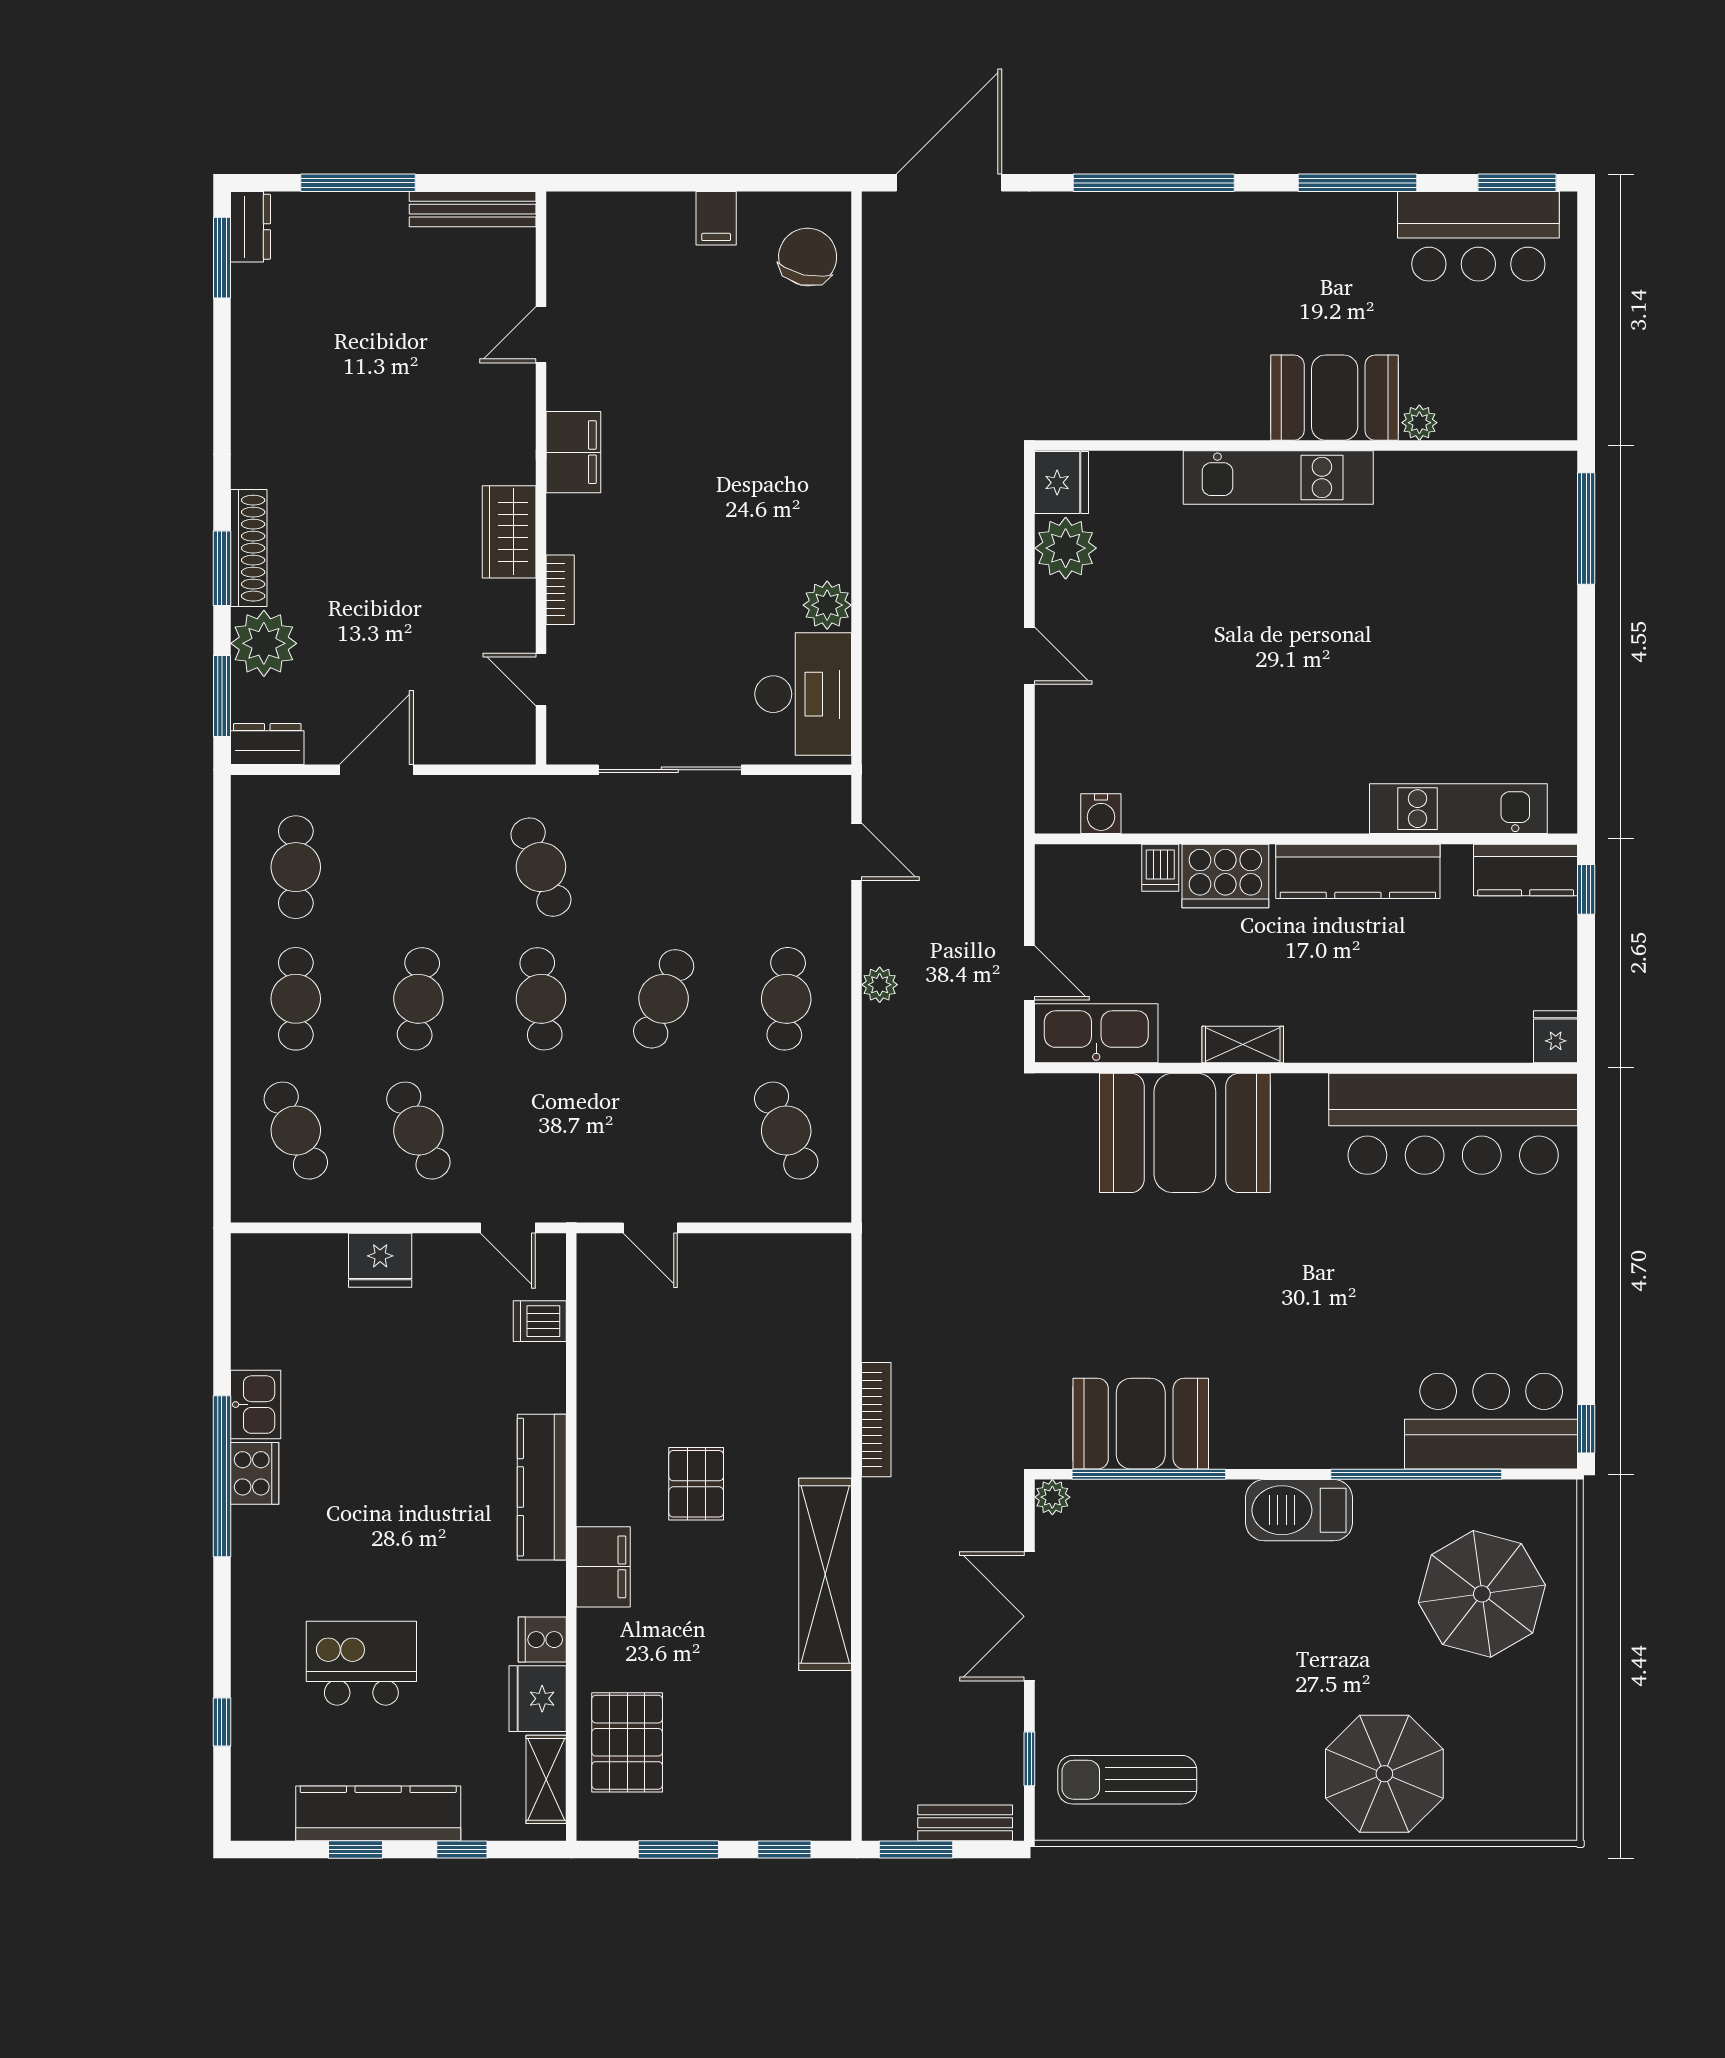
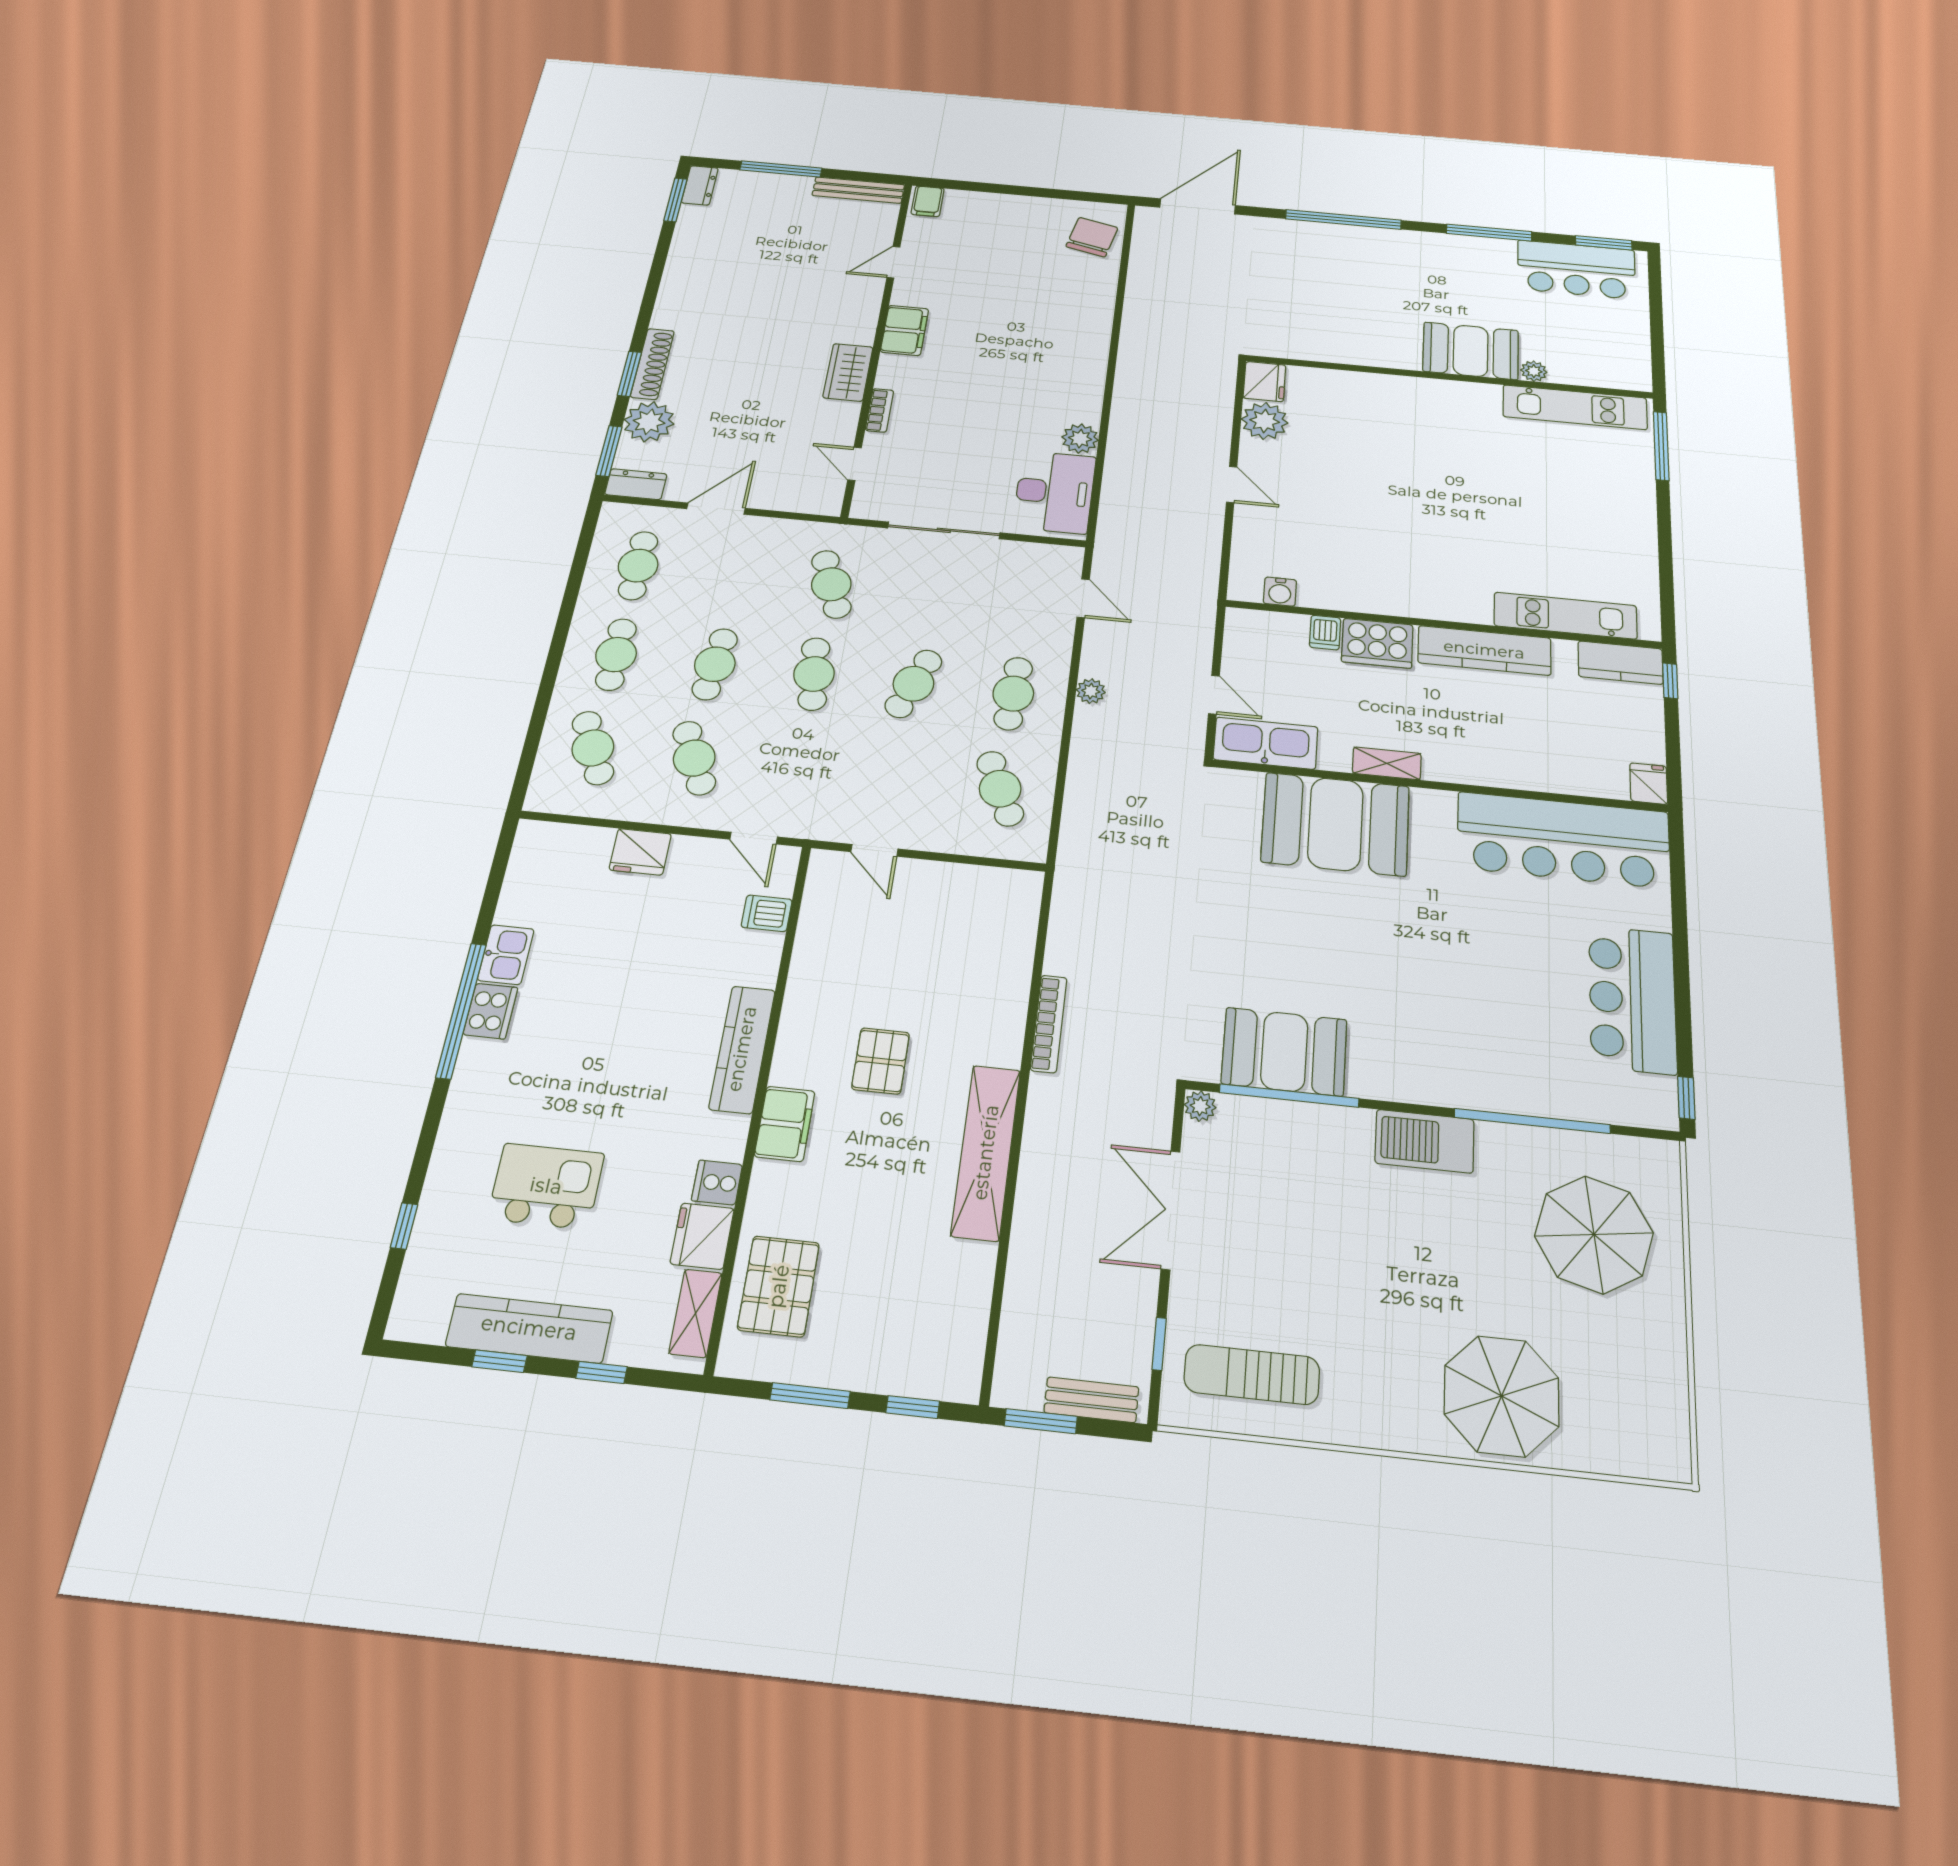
filing cabinet: (716, 218) -> (928, 201), moved
kitchen unit: (1278, 477) -> (1575, 407), moved
bar counter: (1491, 1421) -> (1632, 999), moved, turned -90

